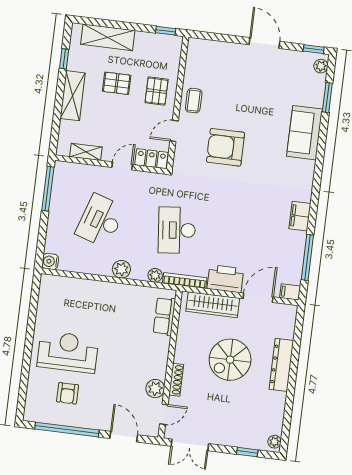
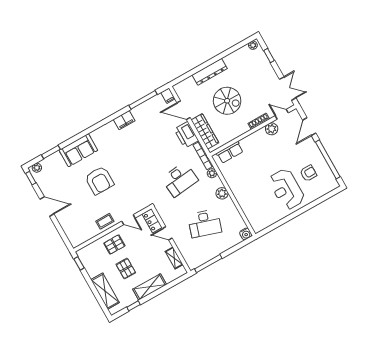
door: (264, 43) -> (47, 206), swing flipped
armchair: (226, 147) -> (99, 180), moved

